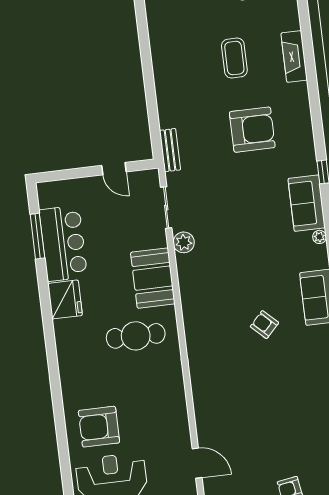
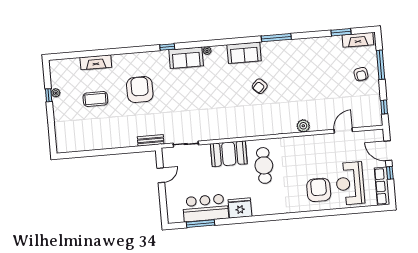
plant: (184, 242) -> (303, 126), moved
armchair: (99, 427) -> (319, 190), turned 180

